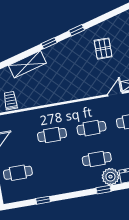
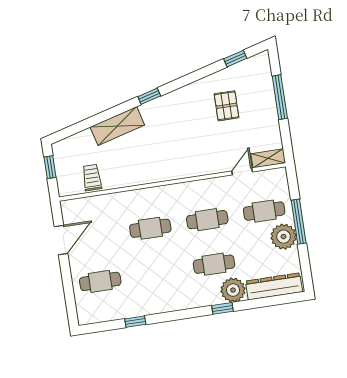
window: (77, 30) -> (235, 59), moved

